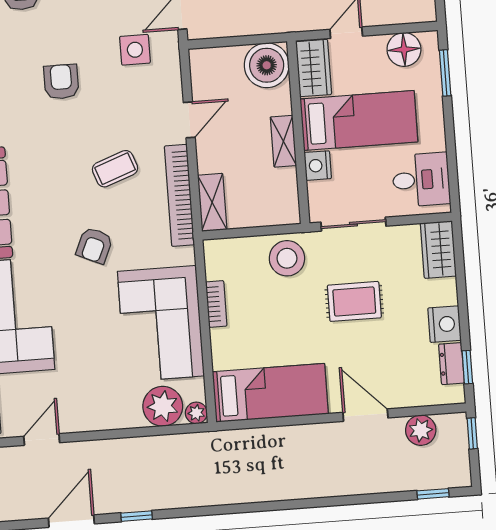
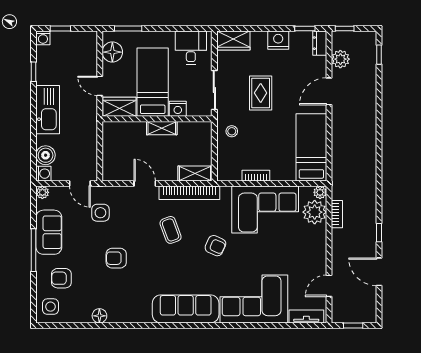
boiler: (267, 65) -> (116, 135), removed
stool: (287, 258) -> (232, 131), width x0.53, depth x0.53
dresser: (451, 364) -> (320, 43), moved, turned 90
door: (42, 439) -> (329, 286), hinge flipped
bookcase: (162, 444) -> (337, 214), added

